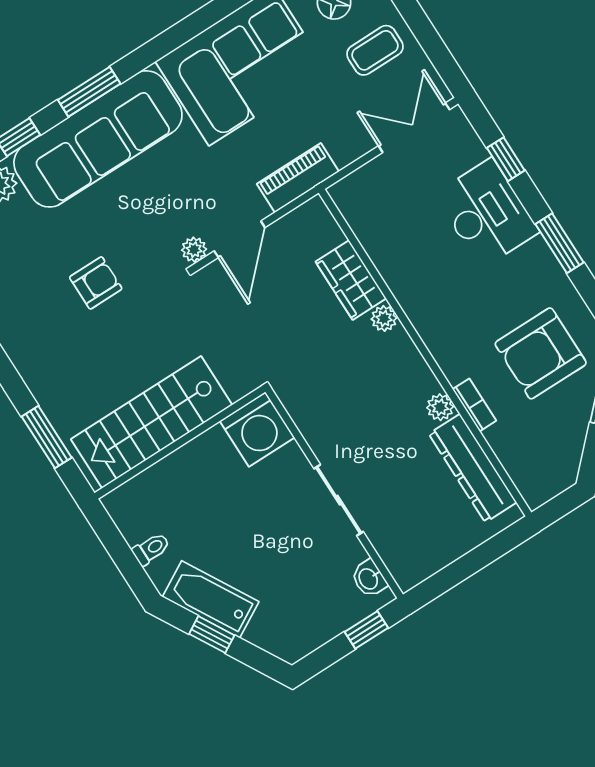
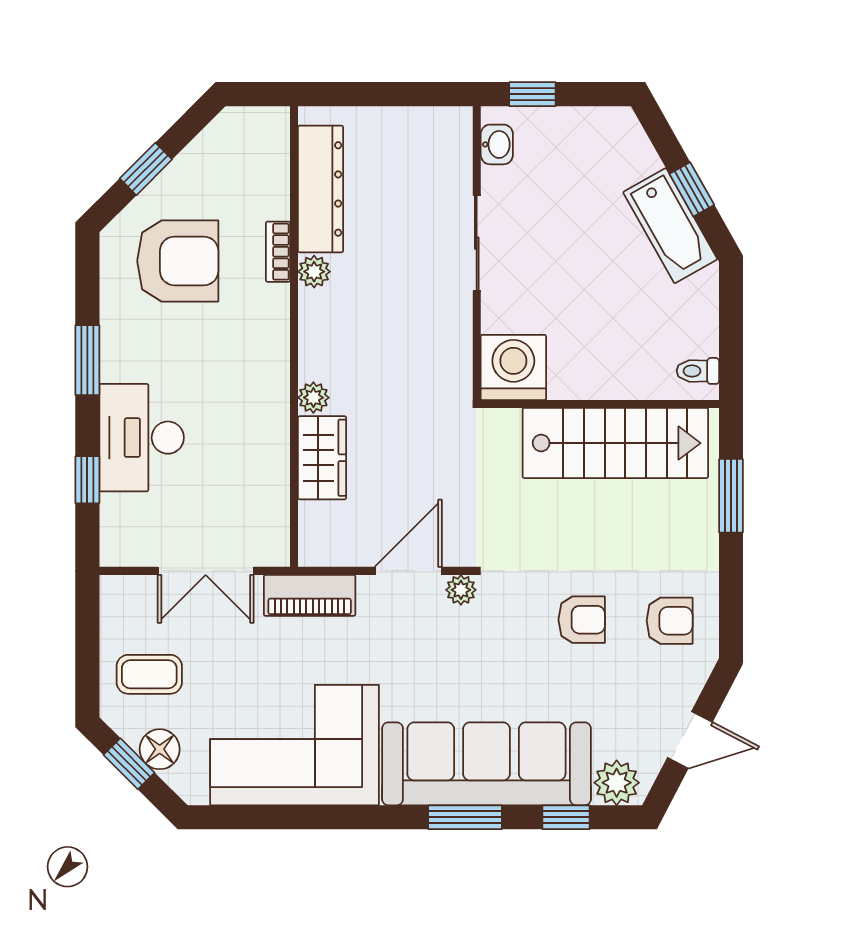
double door: (414, 128) -> (206, 571), moved
armchair: (96, 283) -> (582, 620), turned 180
armchair: (34, 322) -> (670, 621), added
toilet: (151, 549) -> (698, 371), moved

